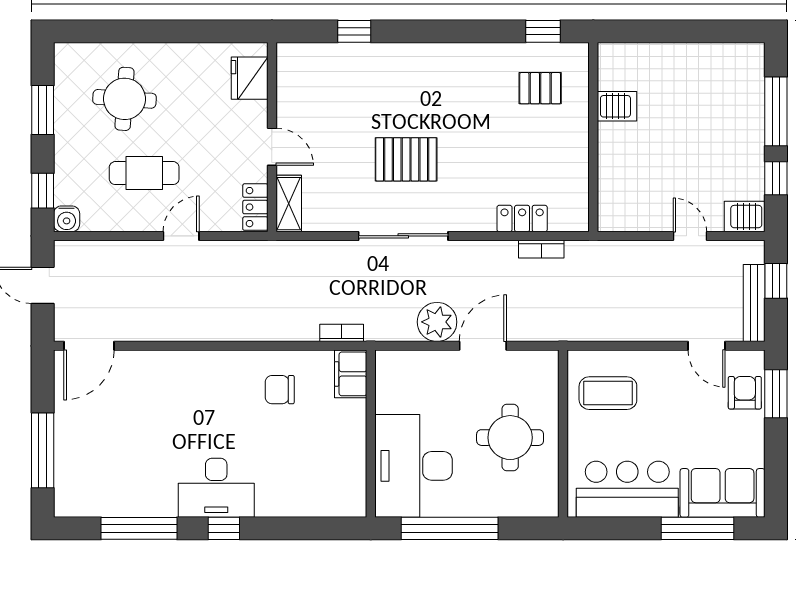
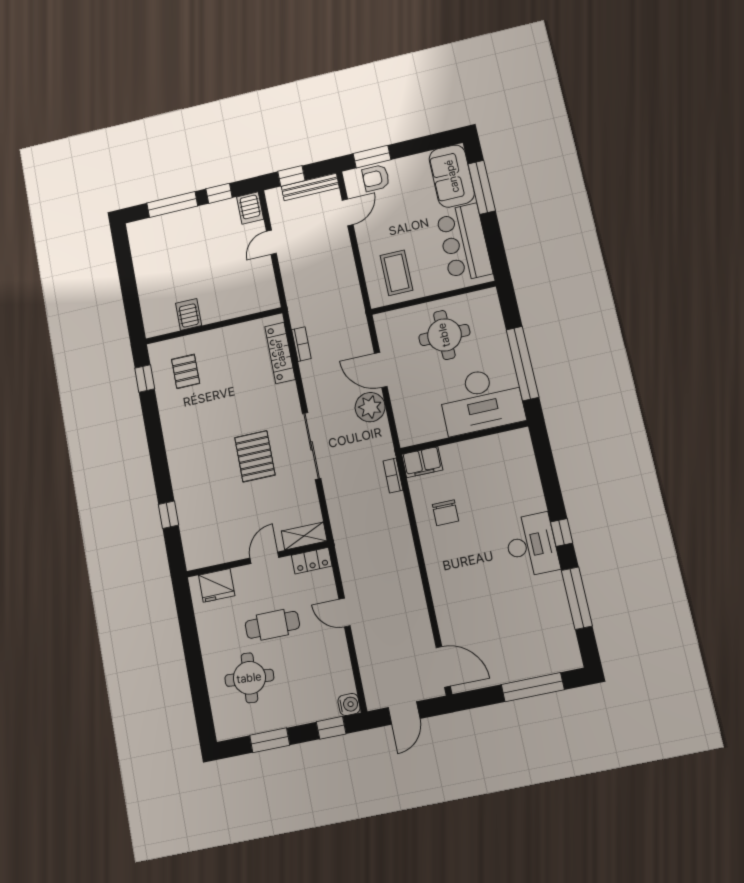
cafe table: (144, 173) -> (272, 625), moved, turned 90
locker: (522, 218) -> (280, 353), width x1.53

